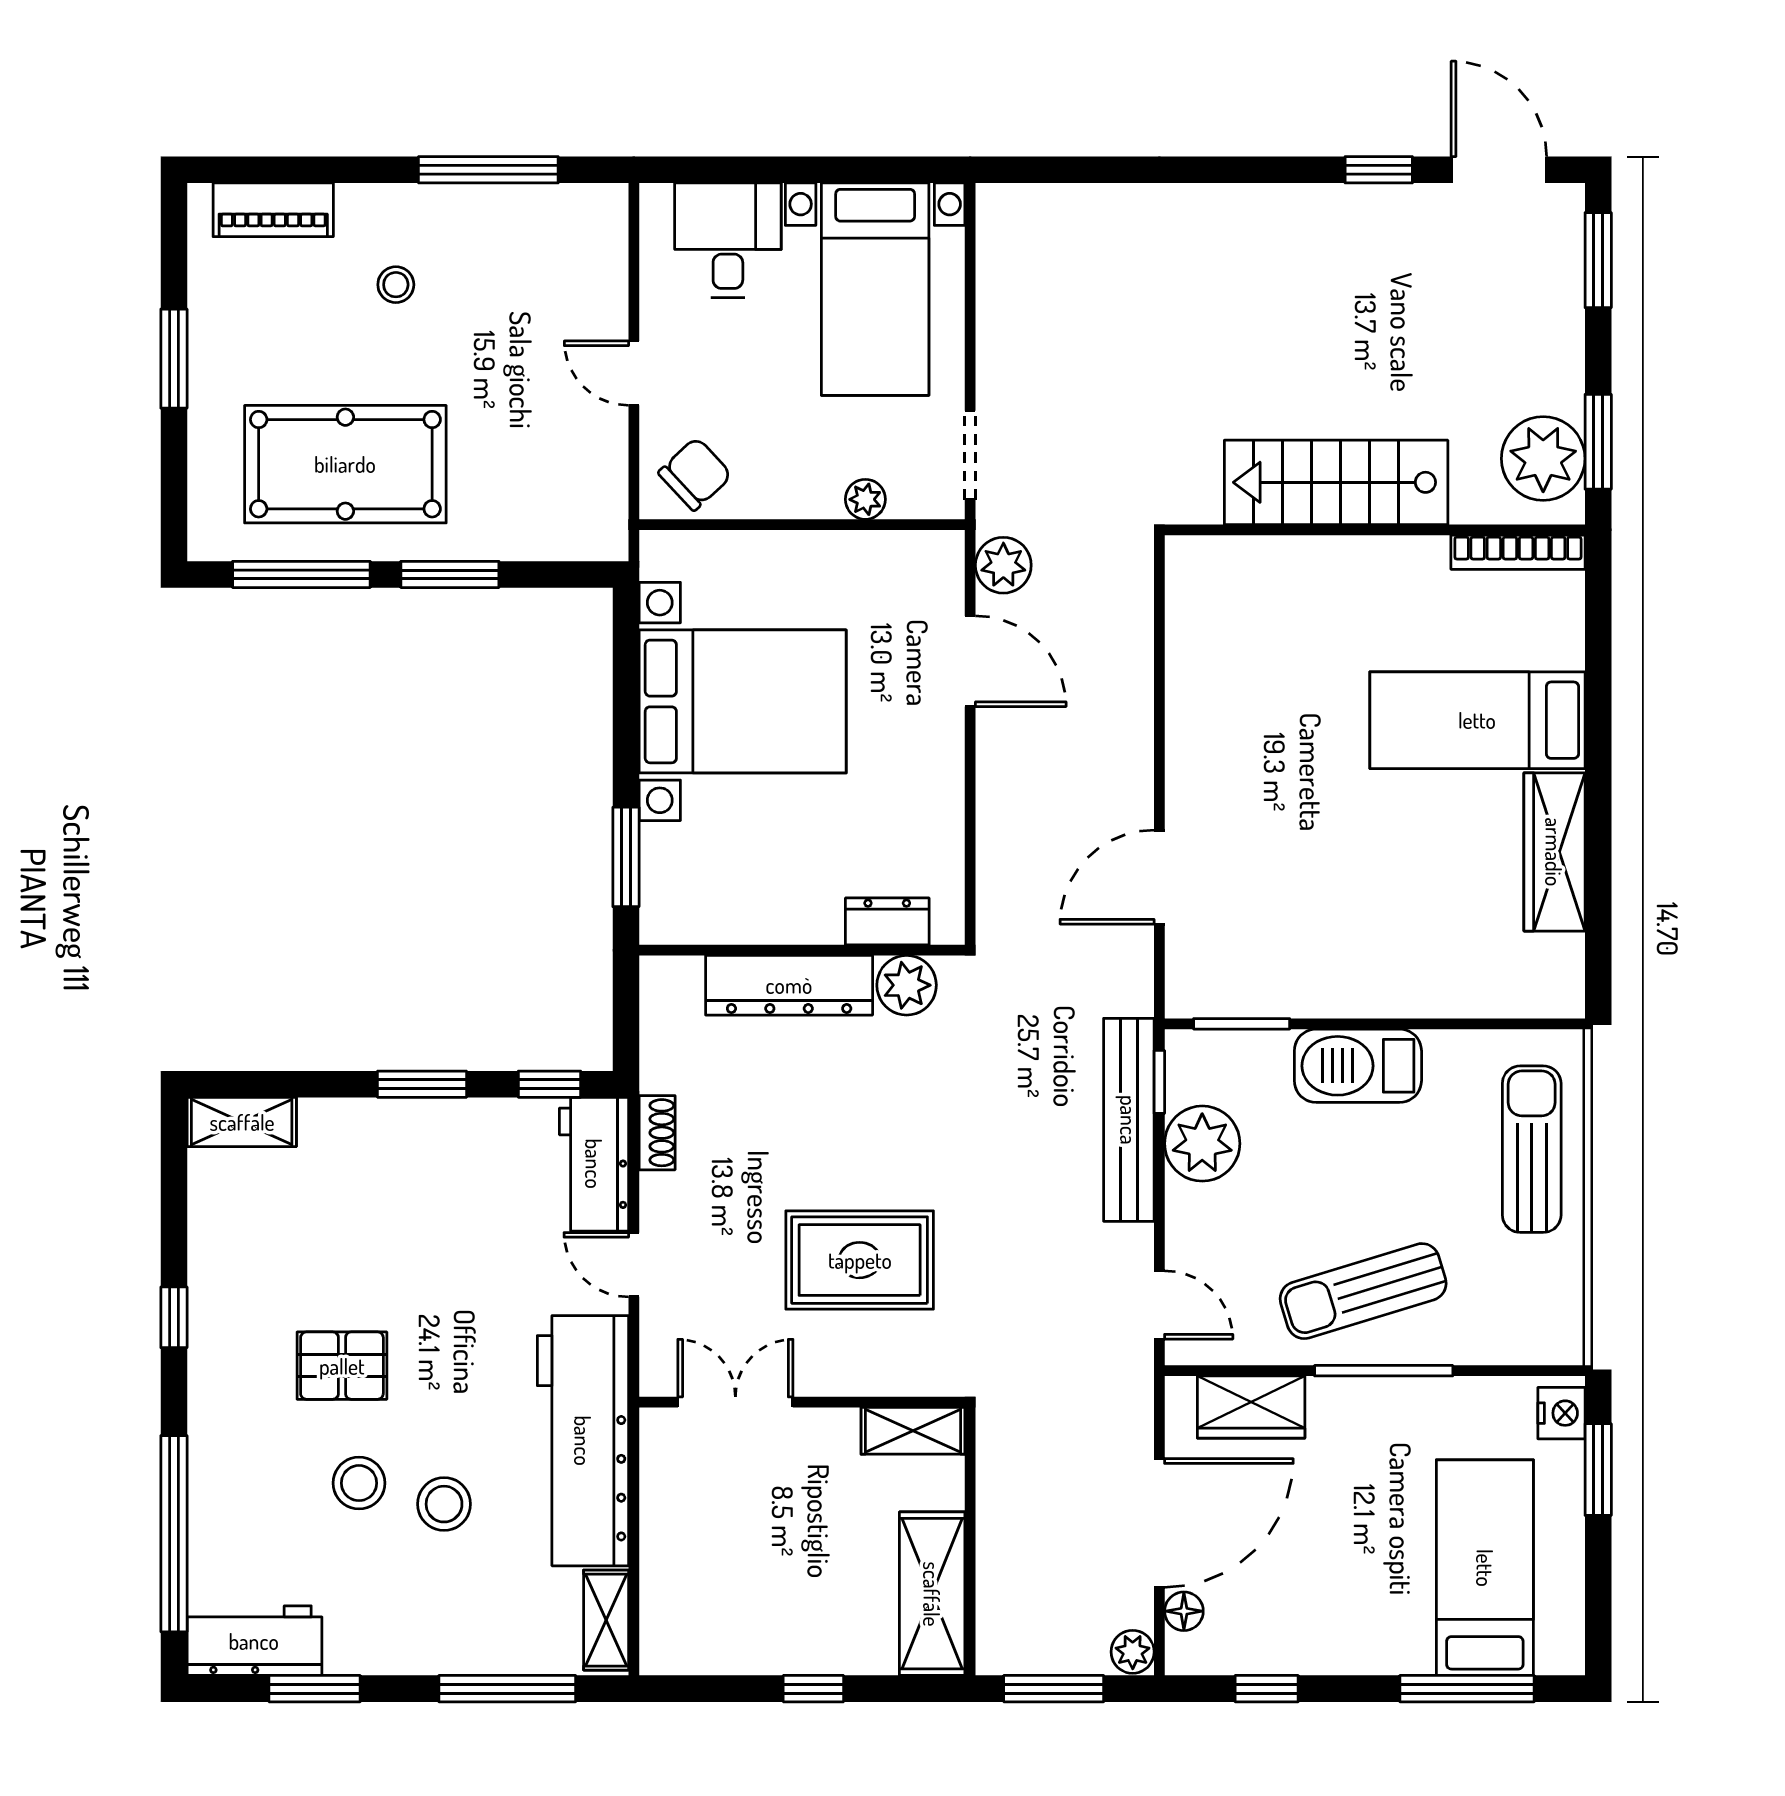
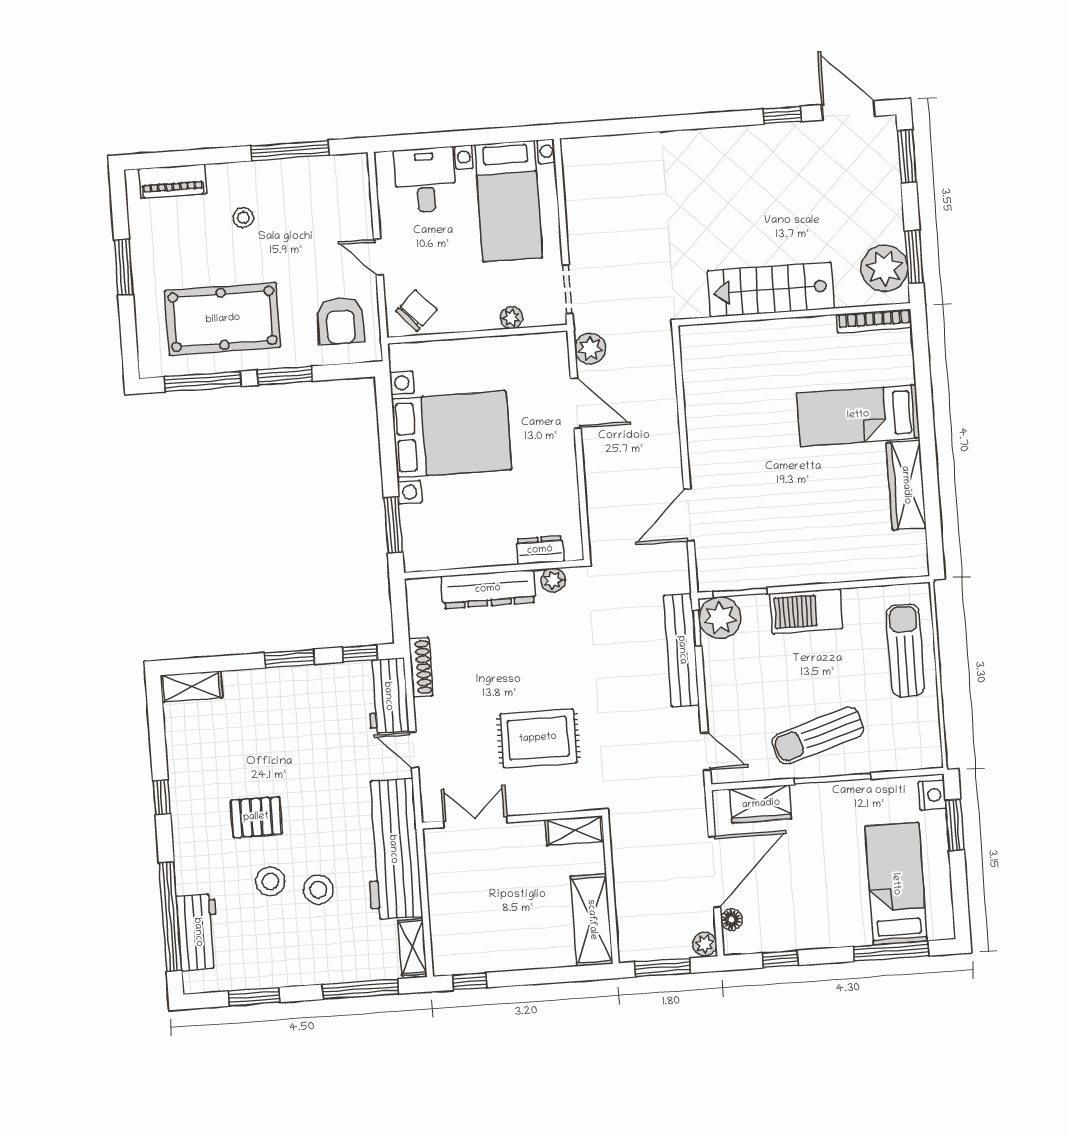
armchair: (557, 483) -> (340, 321), added
plant: (907, 985) -> (553, 580), width x0.73, depth x0.73
shoe rack: (657, 1133) -> (421, 667), width x1.43
plant: (1202, 1144) -> (720, 618), moved
workbench: (254, 1641) -> (198, 932), moved, turned 90
window: (813, 1689) -> (470, 981), moved

